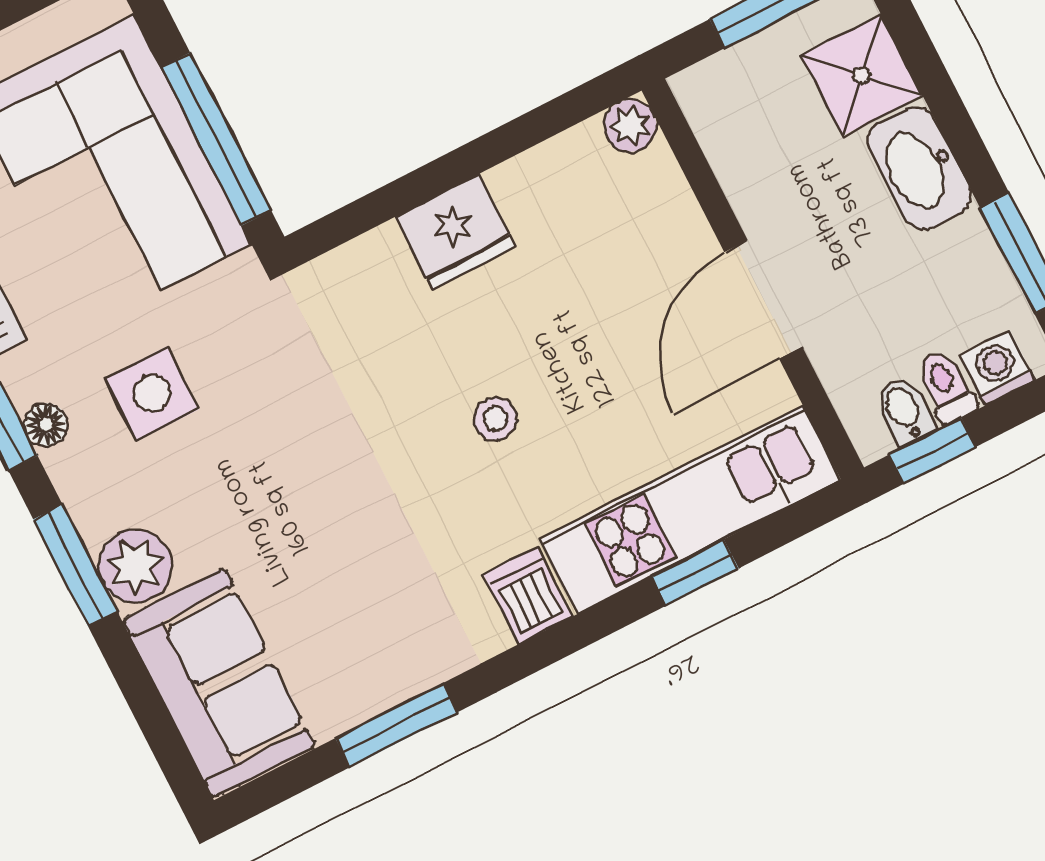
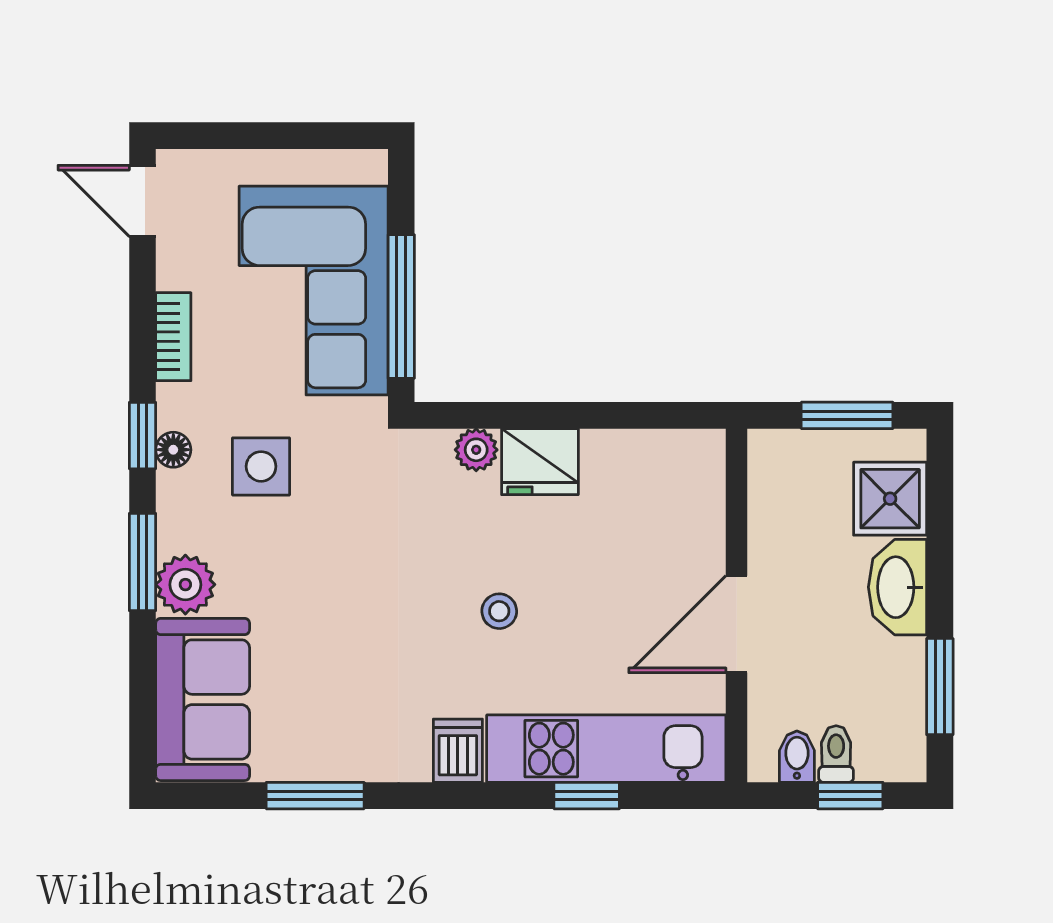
plant: (630, 126) -> (476, 450), moved
washing machine: (998, 368) -> (880, 760), removed
window: (933, 451) -> (850, 796), moved

